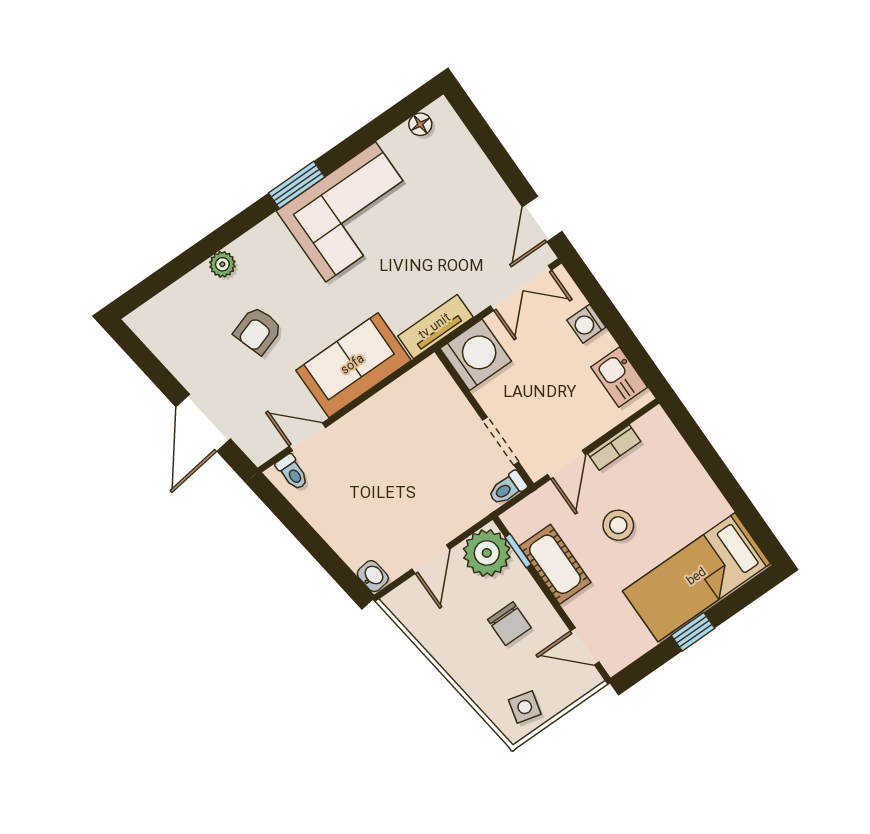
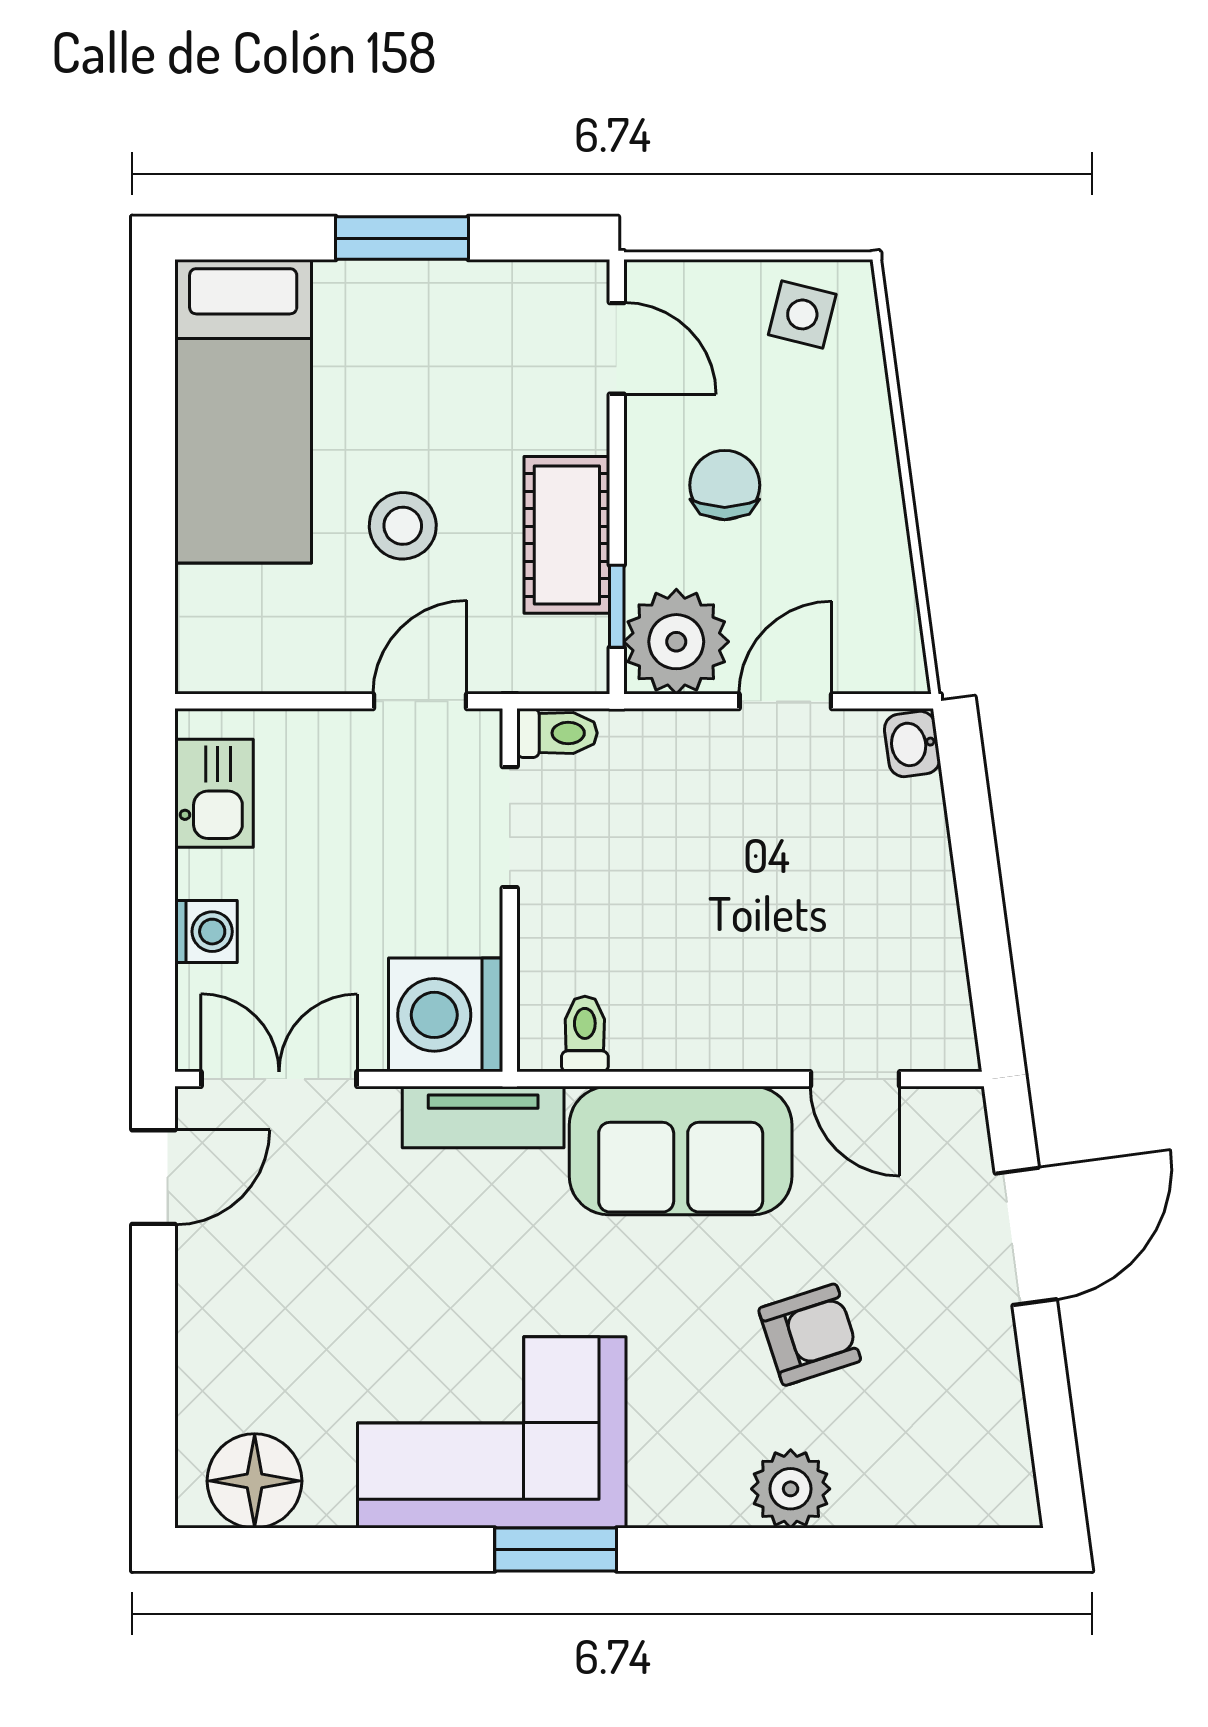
floor lamp: (420, 124) -> (255, 1481), width x1.89, depth x1.89
plant: (222, 264) -> (791, 1489), width x1.38, depth x1.38
bookcase: (614, 448) -> (312, 672), removed
toilet: (292, 472) -> (585, 1034), moved
bed: (697, 577) -> (243, 411), moved, turned 90
window: (693, 632) -> (402, 238), width x1.50

